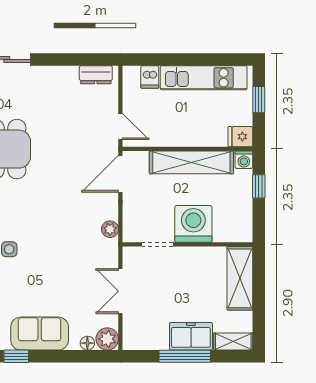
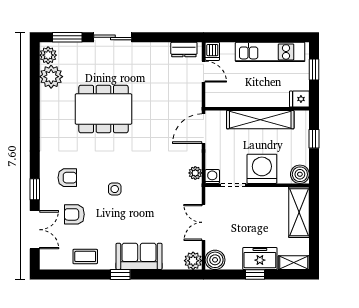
dishwasher: (150, 77) -> (212, 51), moved
door: (120, 127) -> (204, 72), moved
washing machine: (244, 160) -> (212, 177), moved, turned 180
boiler: (241, 231) -> (300, 174), added
boiler: (135, 338) -> (215, 260), added
floor lamp: (87, 343) -> (177, 264), removed
window: (185, 356) -> (255, 275), width x0.46

